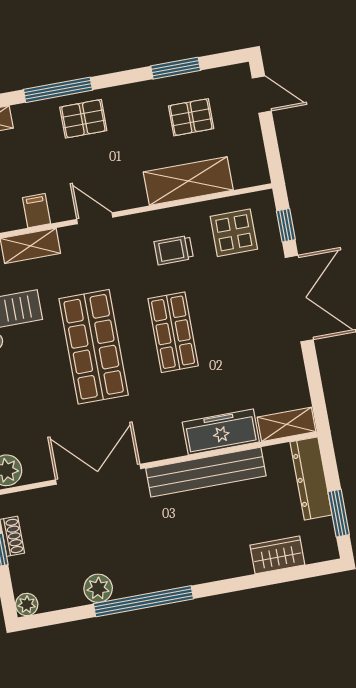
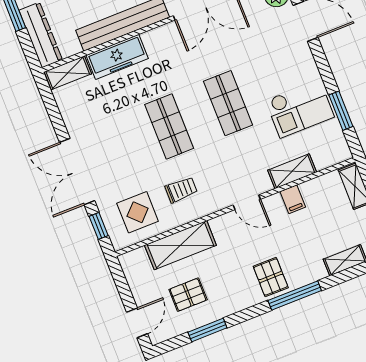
door: (262, 95) -> (137, 323), swing flipped
pallet: (83, 119) -> (271, 277), turned 90
shop shelf: (94, 347) -> (228, 103), width x0.70, depth x0.74

